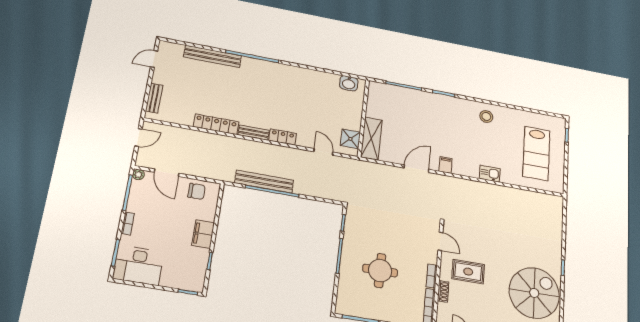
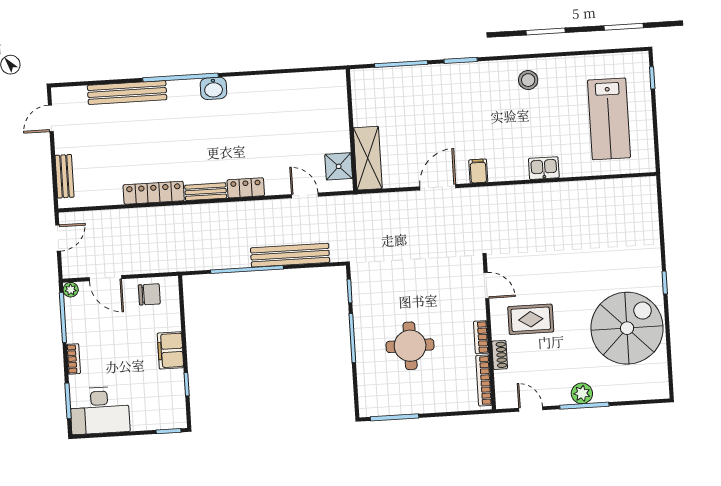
washbasin: (349, 83) -> (213, 88), moved
bench: (264, 182) -> (290, 255), moved

